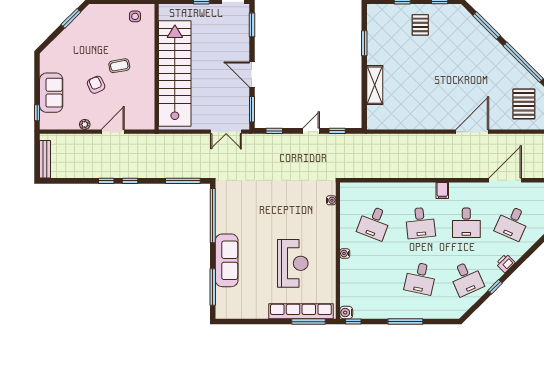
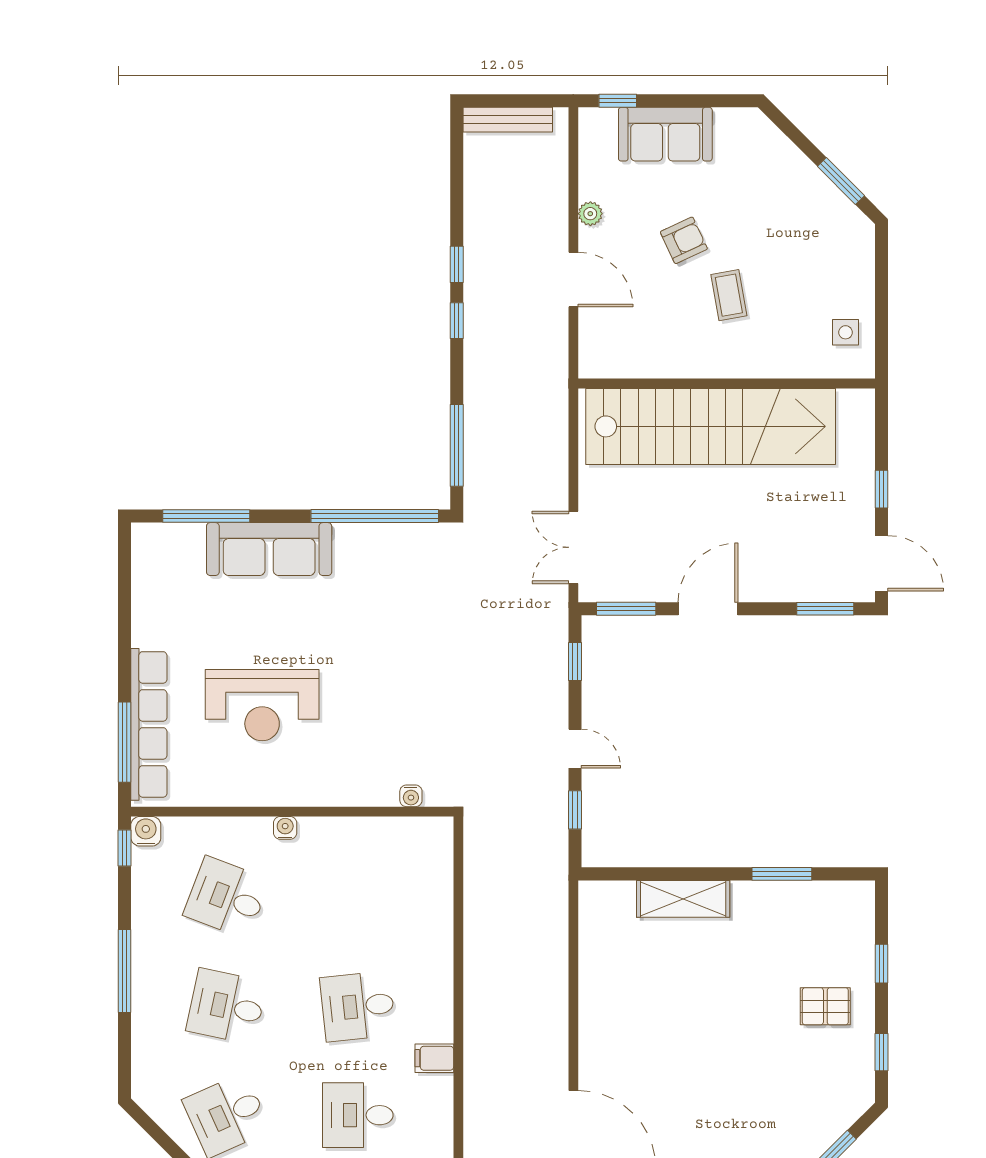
desk: (374, 223) -> (227, 898), moved

